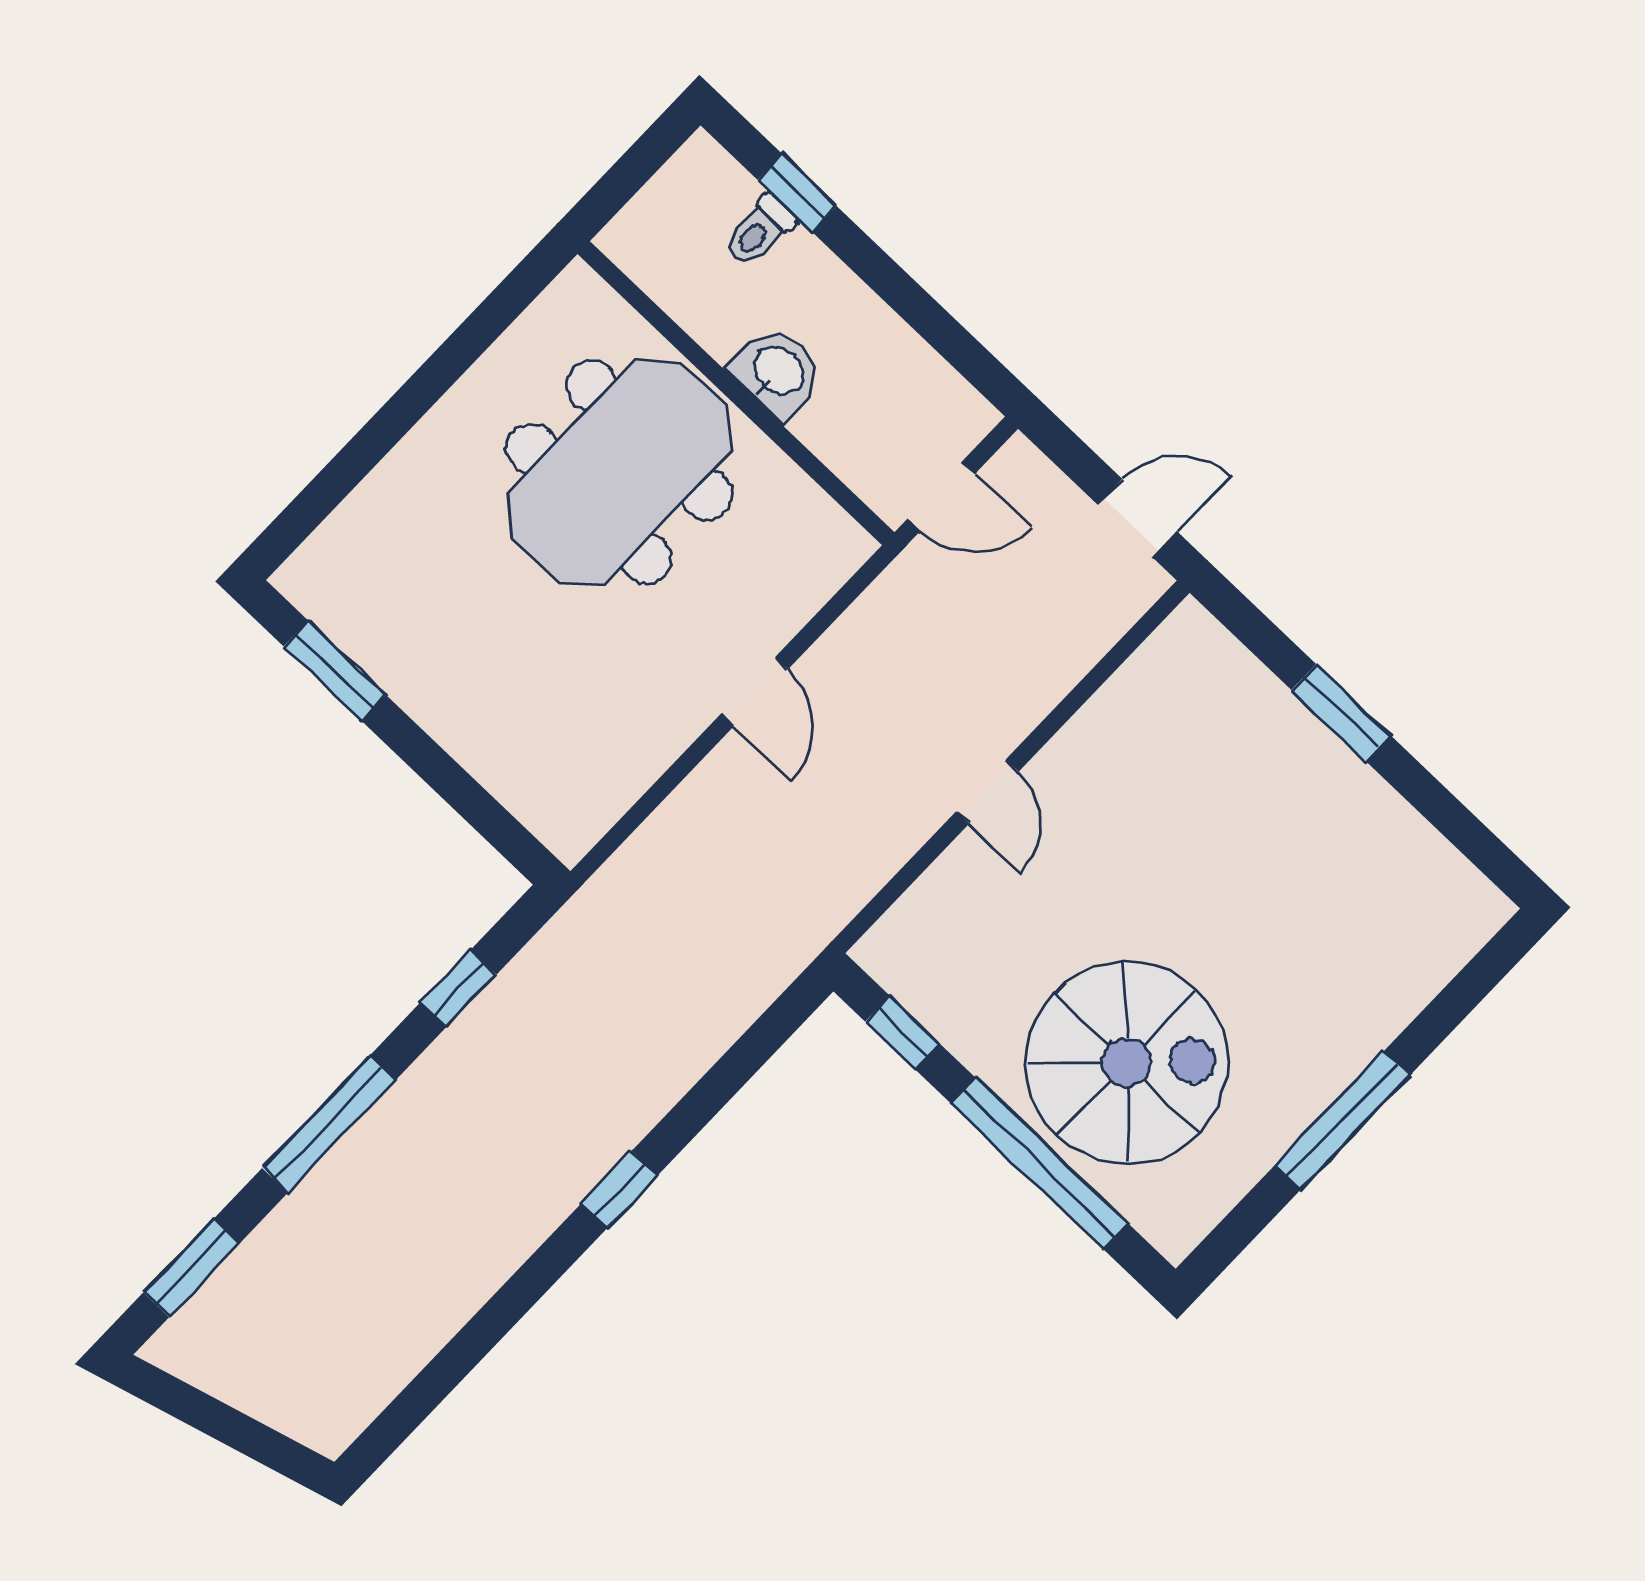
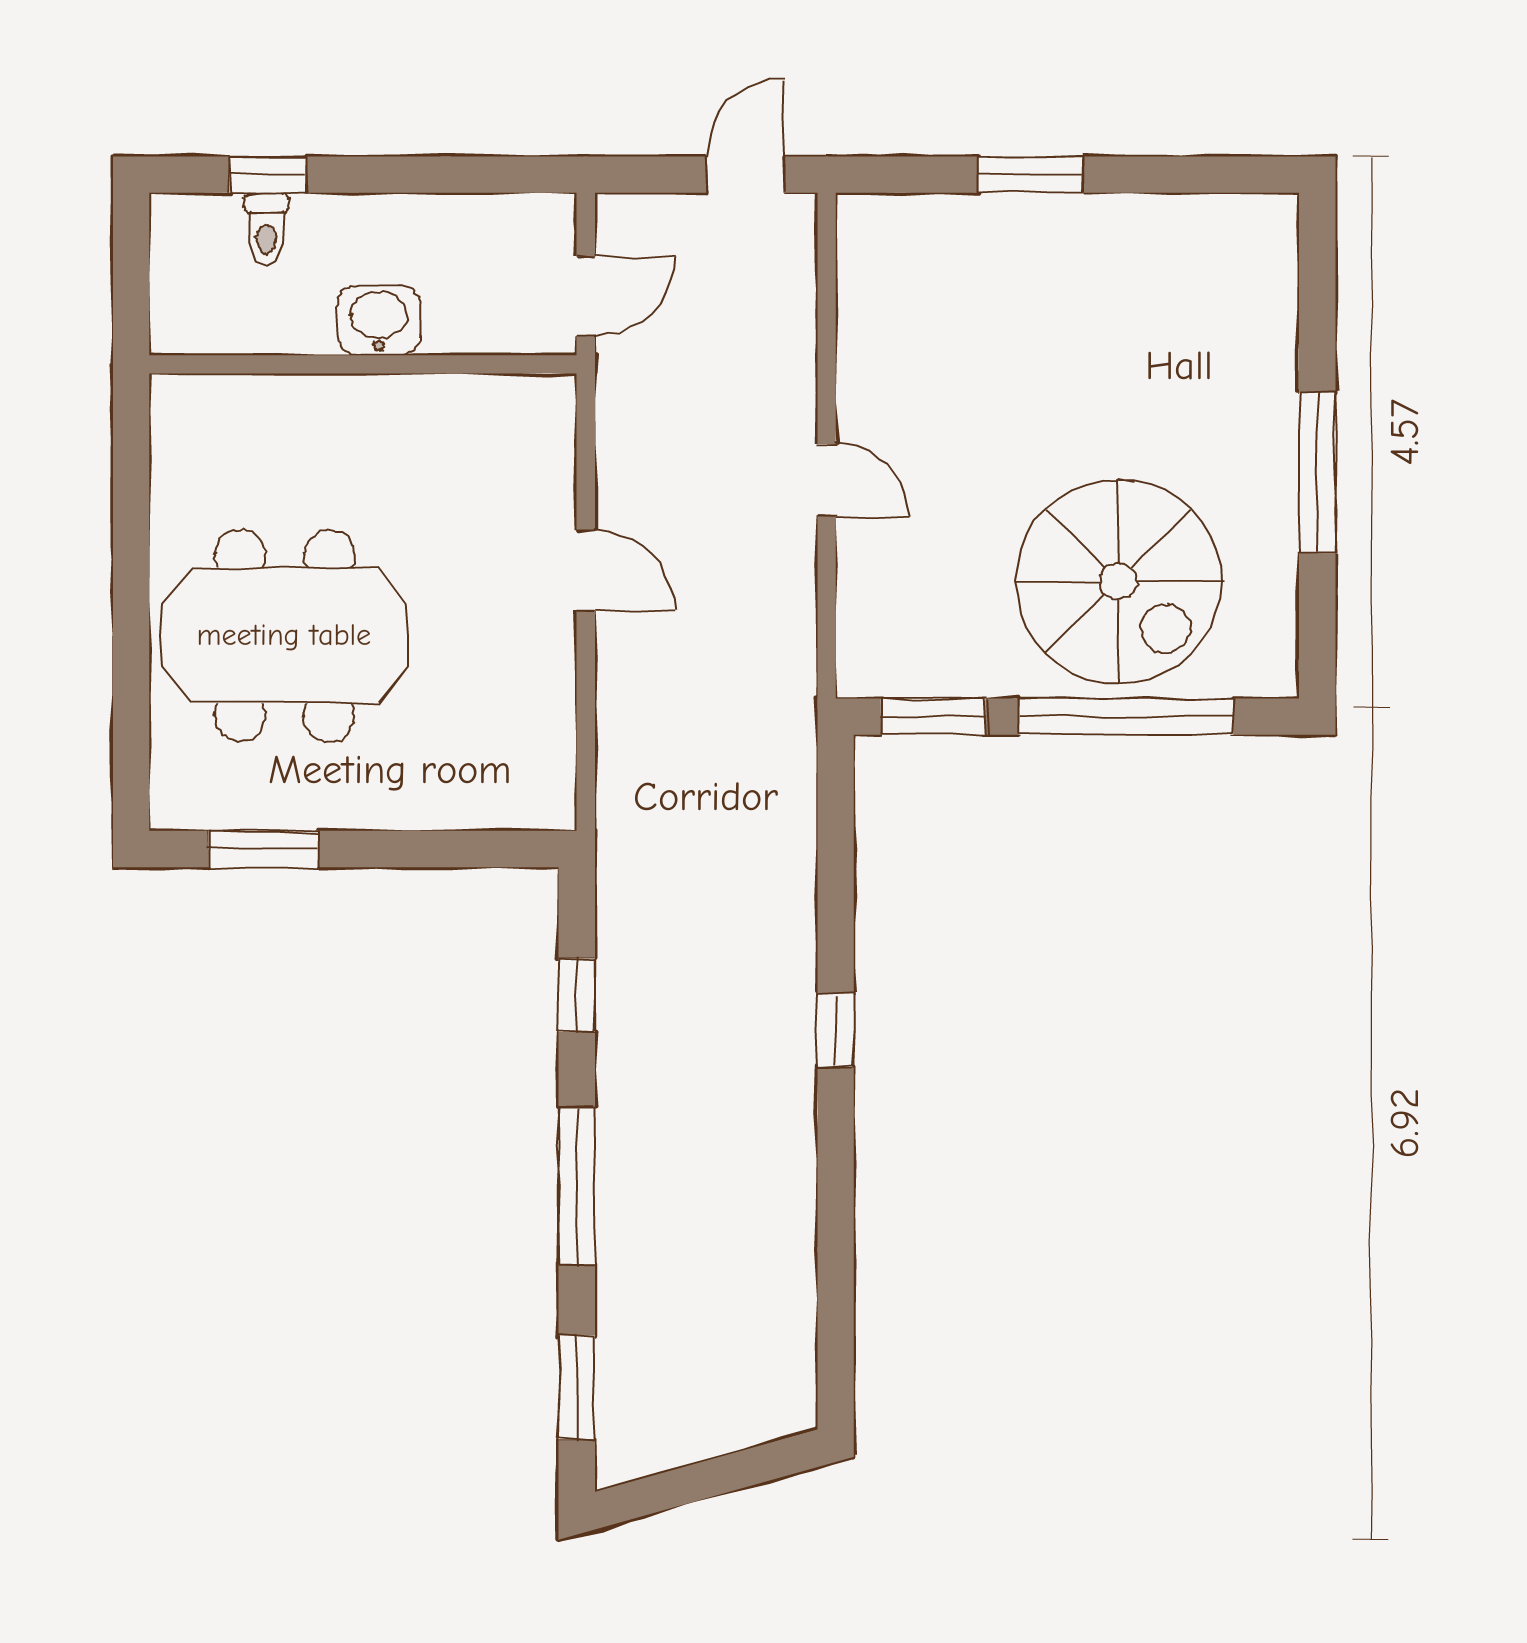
meeting table: (619, 472) -> (284, 635), moved, turned 90
window: (902, 1032) -> (933, 717), width x1.50
spiral stairs: (1127, 1062) -> (1119, 581), turned 90

